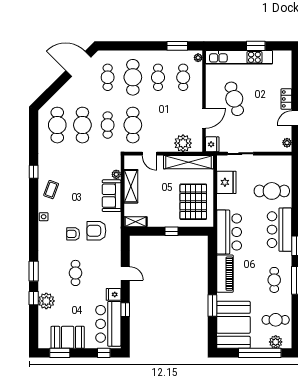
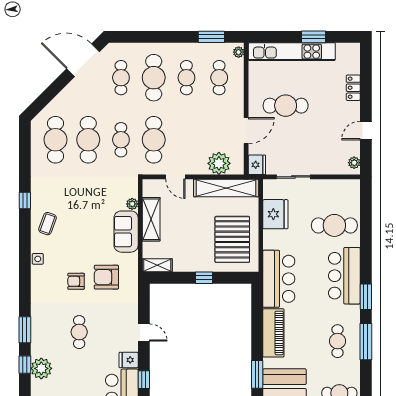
cafe table: (234, 99) -> (286, 106), turned -74
locker: (286, 99) -> (353, 88), moved

